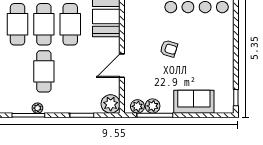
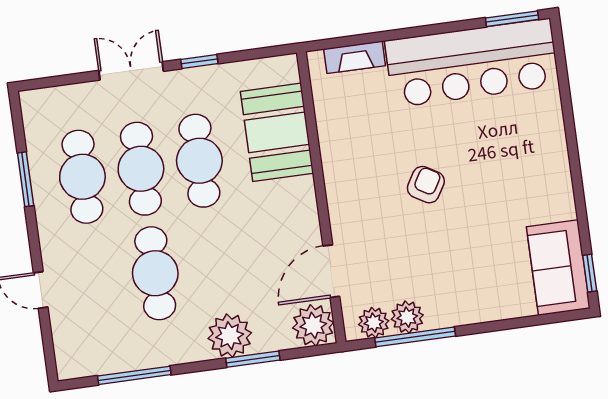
armchair: (169, 49) -> (426, 185), turned -76
door: (122, 66) -> (331, 271), moved
sofa: (194, 102) -> (558, 268), moved, turned -90
plant: (37, 108) -> (230, 336), moved, width x1.88, depth x1.88

